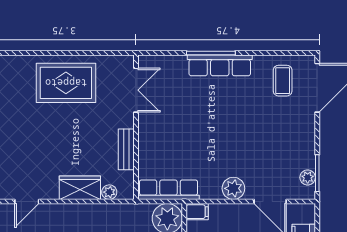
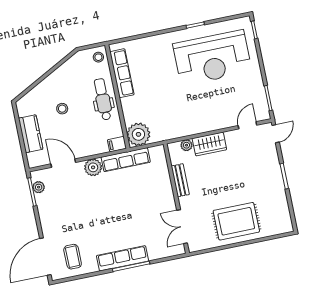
row of seats: (168, 190) -> (126, 160), moved

